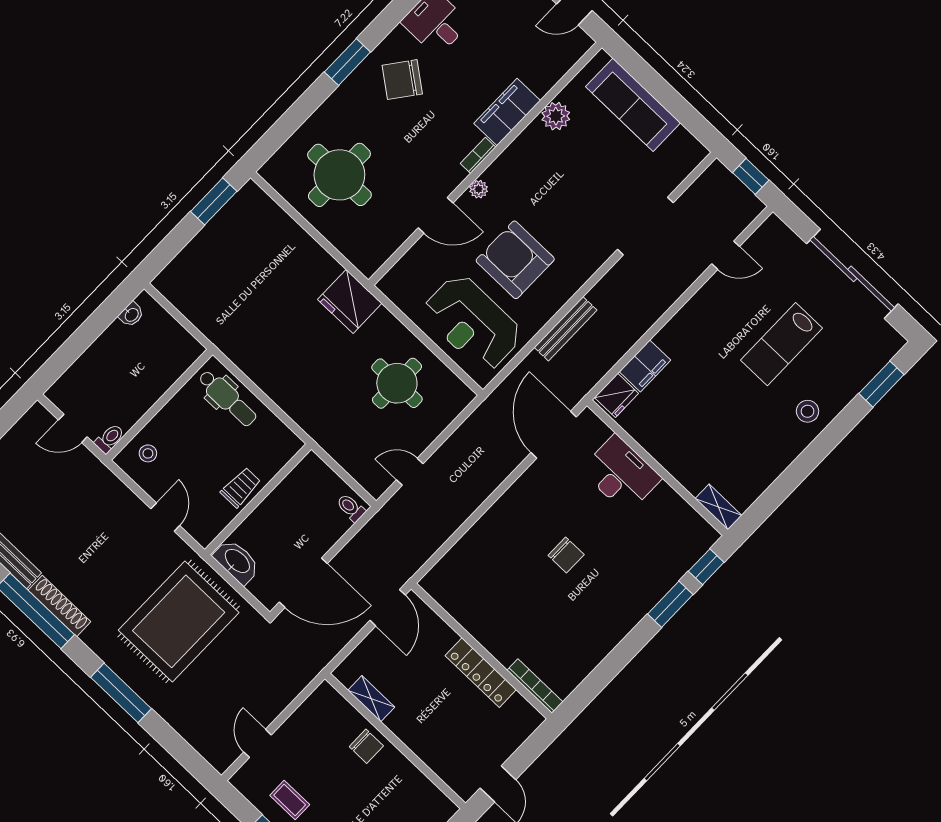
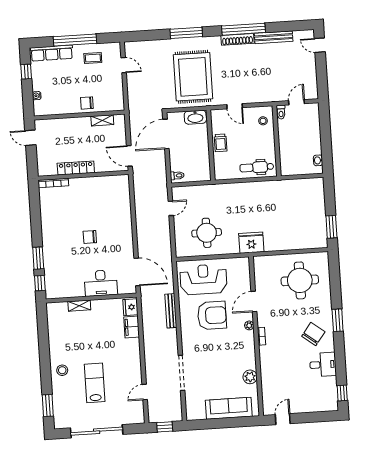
filing cabinet: (507, 112) -> (267, 361), removed
shelving: (718, 507) -> (79, 306), moved

